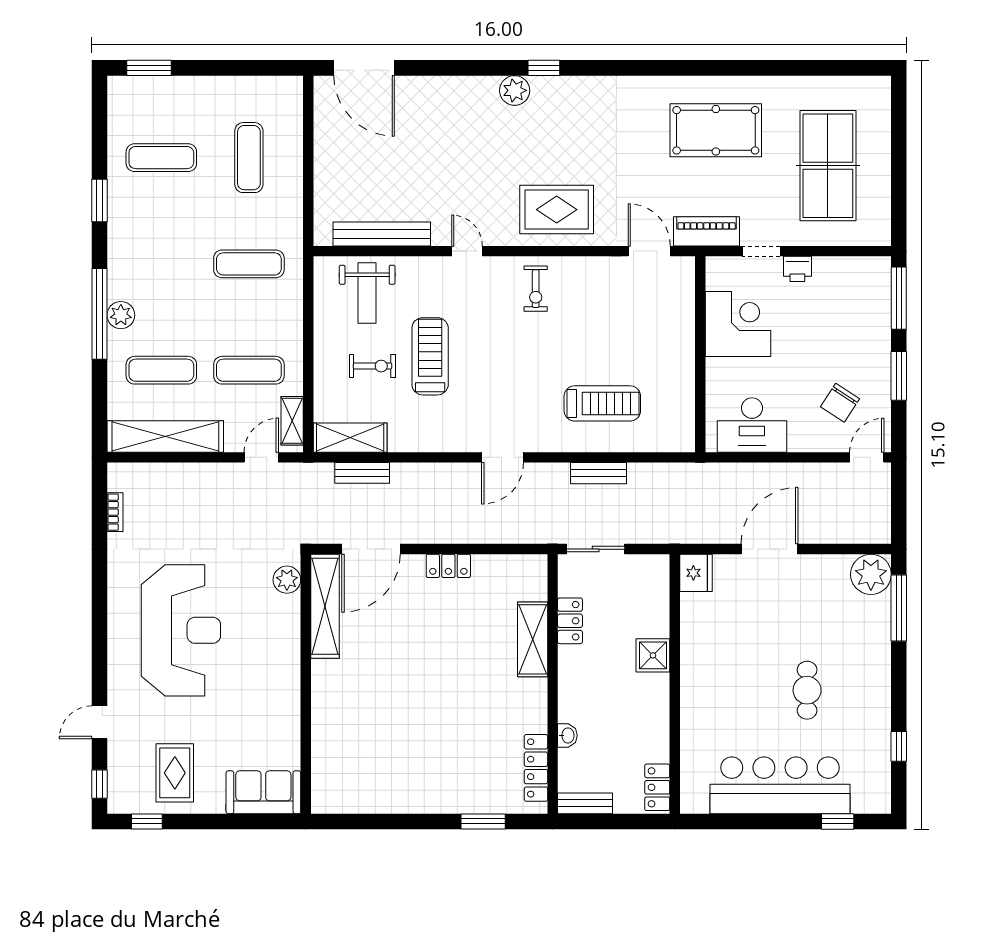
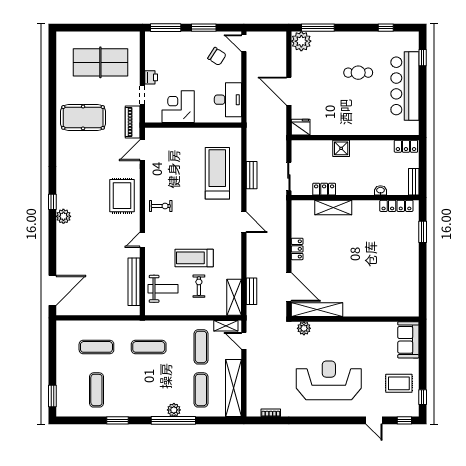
pool table: (716, 130) -> (83, 117), turned 90
exercise mat: (249, 264) -> (149, 347), turned 90
treadmill: (602, 403) -> (217, 173), width x1.37, depth x1.38

